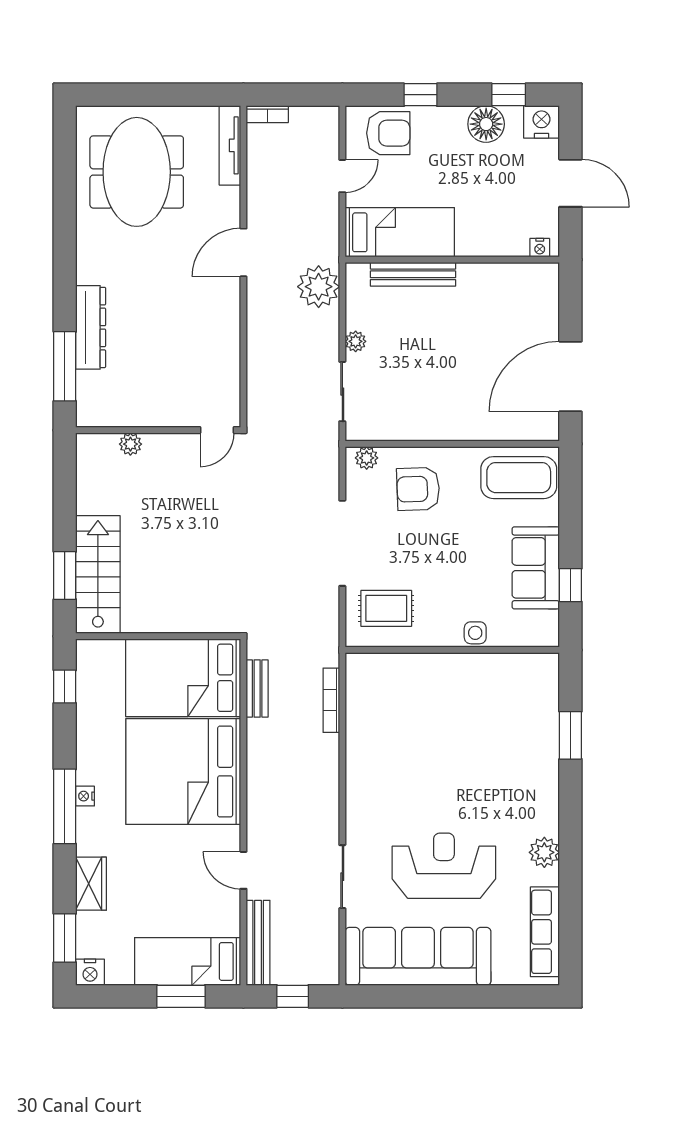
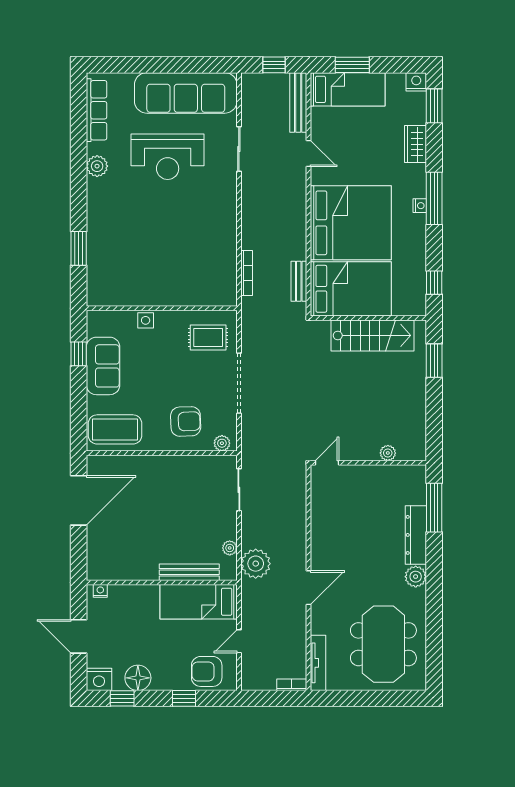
plant: (91, 268) -> (416, 577), added
plant: (356, 341) -> (230, 548), moved
stairs: (98, 575) -> (372, 335), moved, turned -90

